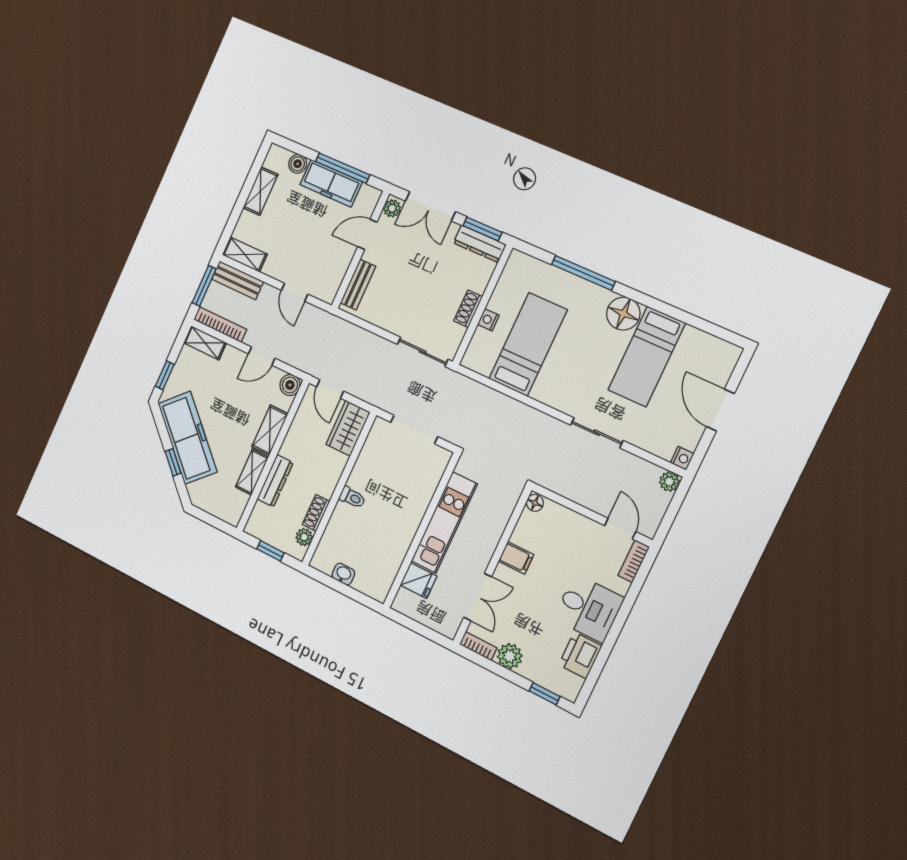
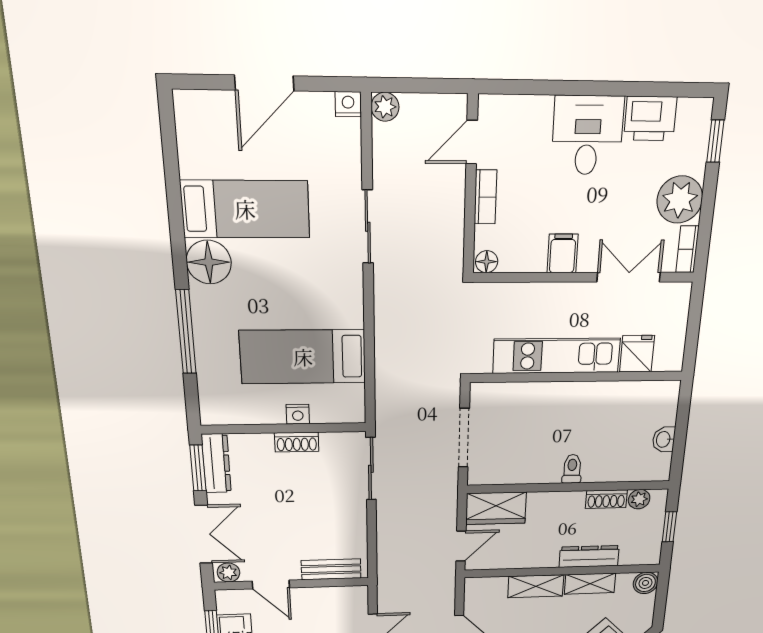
boiler: (290, 385) -> (646, 583), moved
bookcase: (634, 561) -> (486, 197), moved, turned -90
plant: (510, 656) -> (680, 200), width x1.36, depth x1.36

